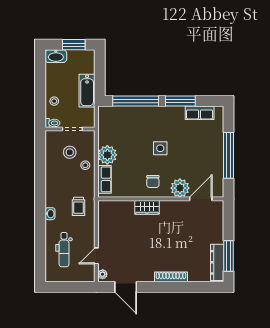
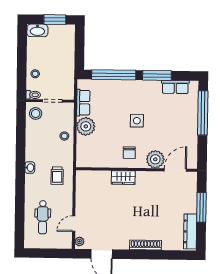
bathtub: (87, 91) -> (67, 64), removed
stool: (70, 152) -> (36, 113), moved
window: (228, 155) -> (203, 113), moved
row of seats: (104, 179) -> (83, 103), moved
washbasin: (50, 214) -> (30, 168), moved
window: (228, 256) -> (201, 207), moved

